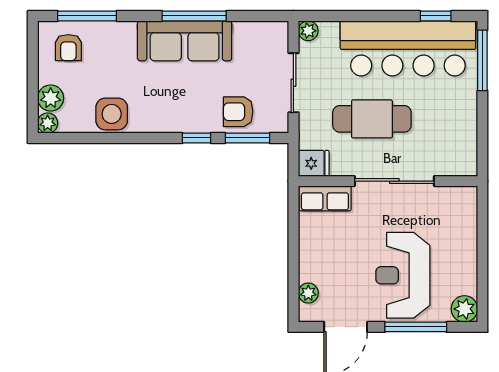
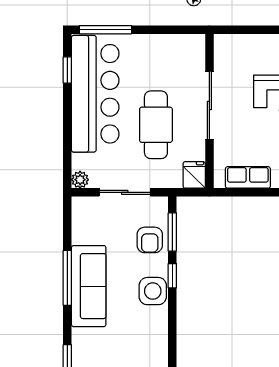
side table: (112, 114) -> (153, 291), moved
row of seats: (325, 198) -> (248, 177), moved, turned -90

